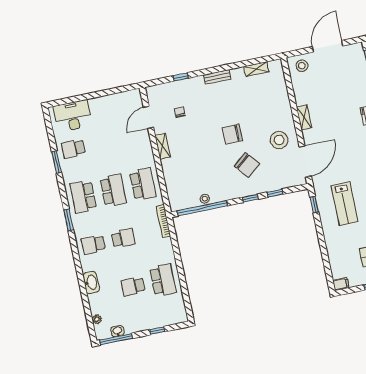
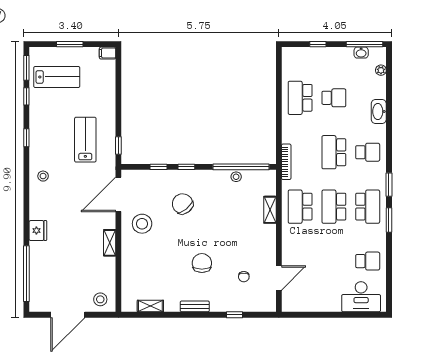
chair: (232, 134) -> (202, 263), moved, turned -90
shelving: (163, 146) -> (270, 210), moved
window: (57, 162) -> (389, 220), moved
school desk: (123, 238) -> (334, 152), width x1.85

